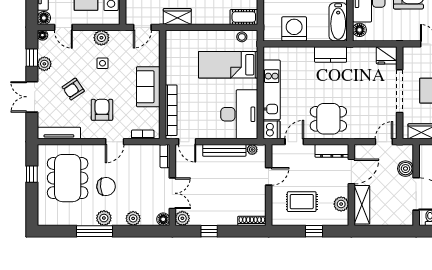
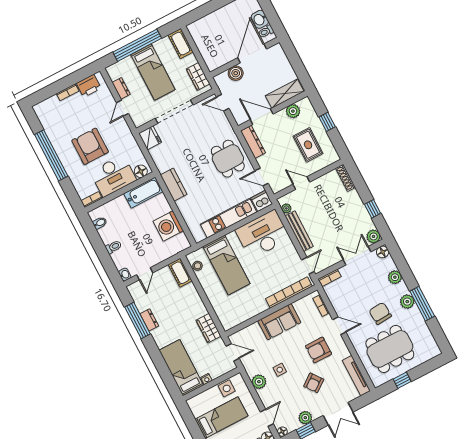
armchair: (73, 89) -> (314, 383), turned 87

